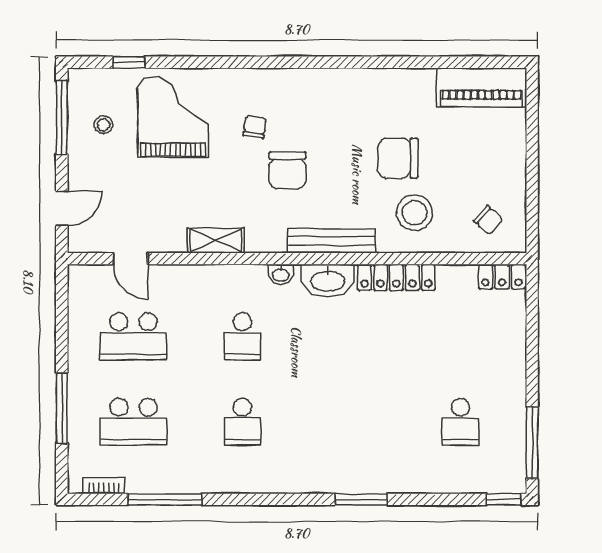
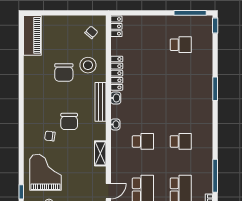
grand piano: (173, 117) -> (46, 172), turned 90
chair: (287, 170) -> (69, 121), turned 90
washbasin: (328, 280) -> (116, 98), width x0.52, depth x0.69

